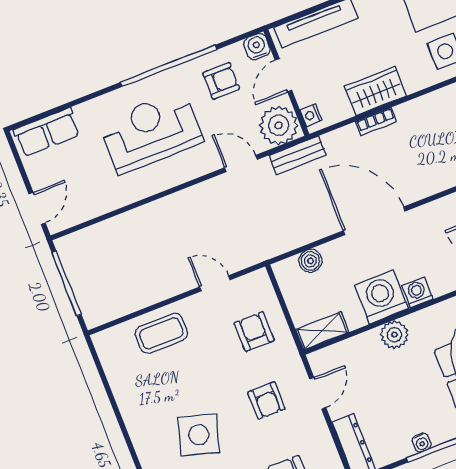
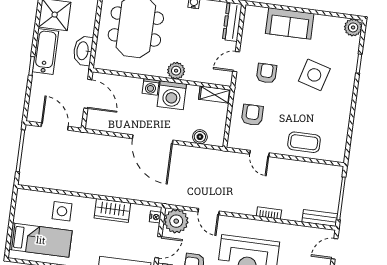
bookcase: (376, 121) -> (269, 213), moved
bench: (297, 155) -> (320, 218), moved
armchair: (254, 332) -> (252, 115), turned 180

